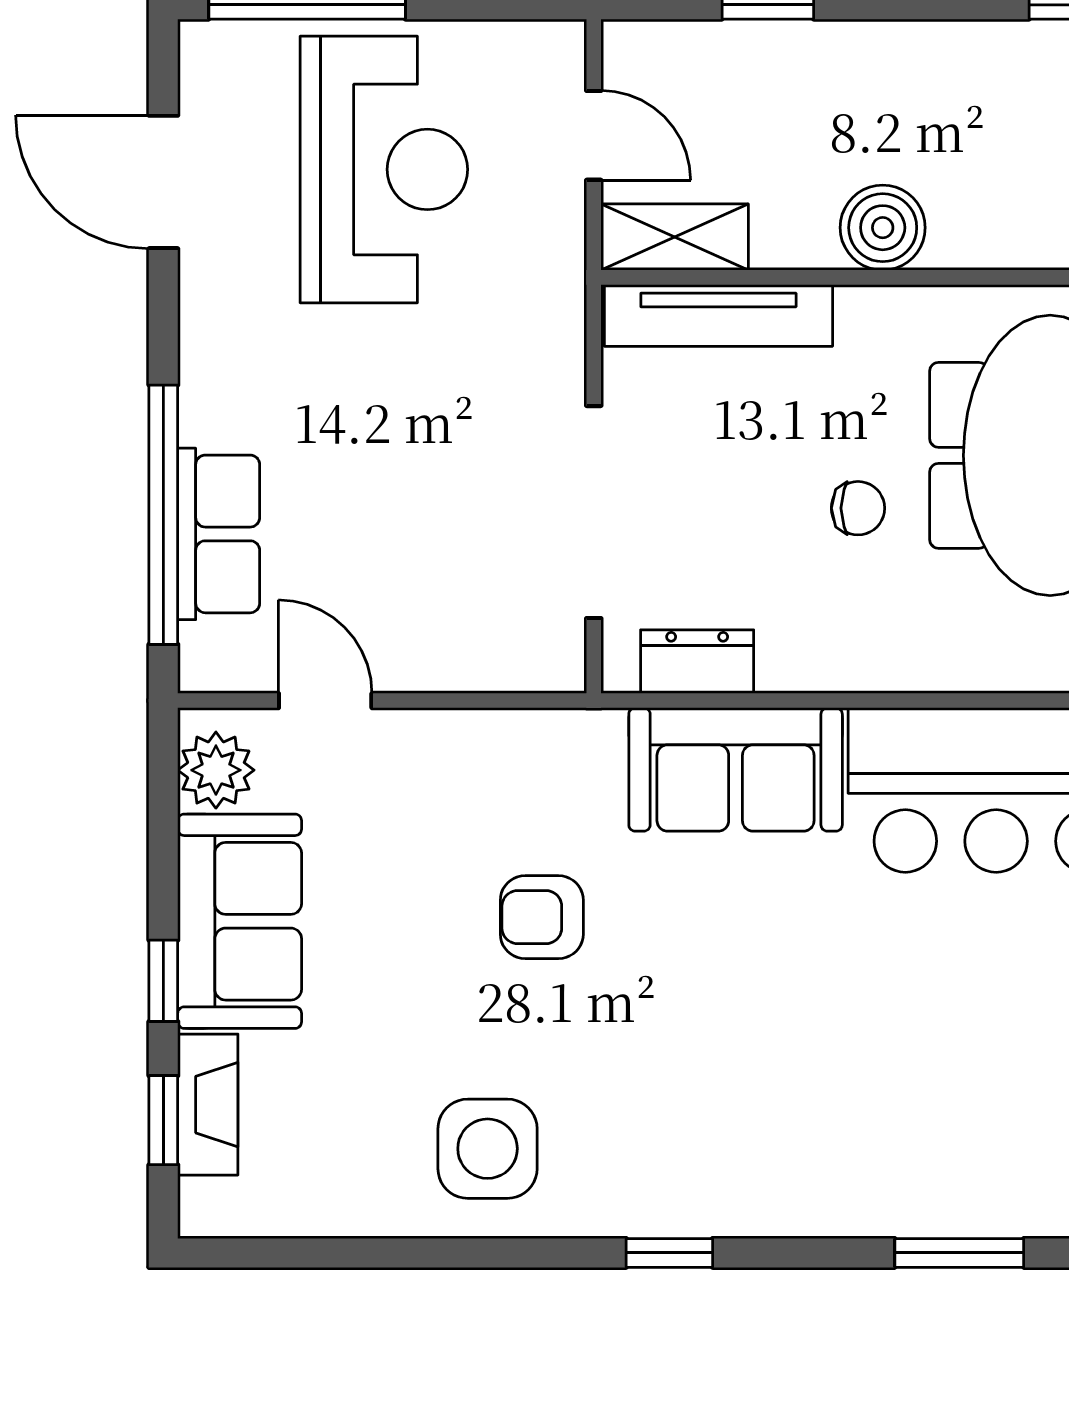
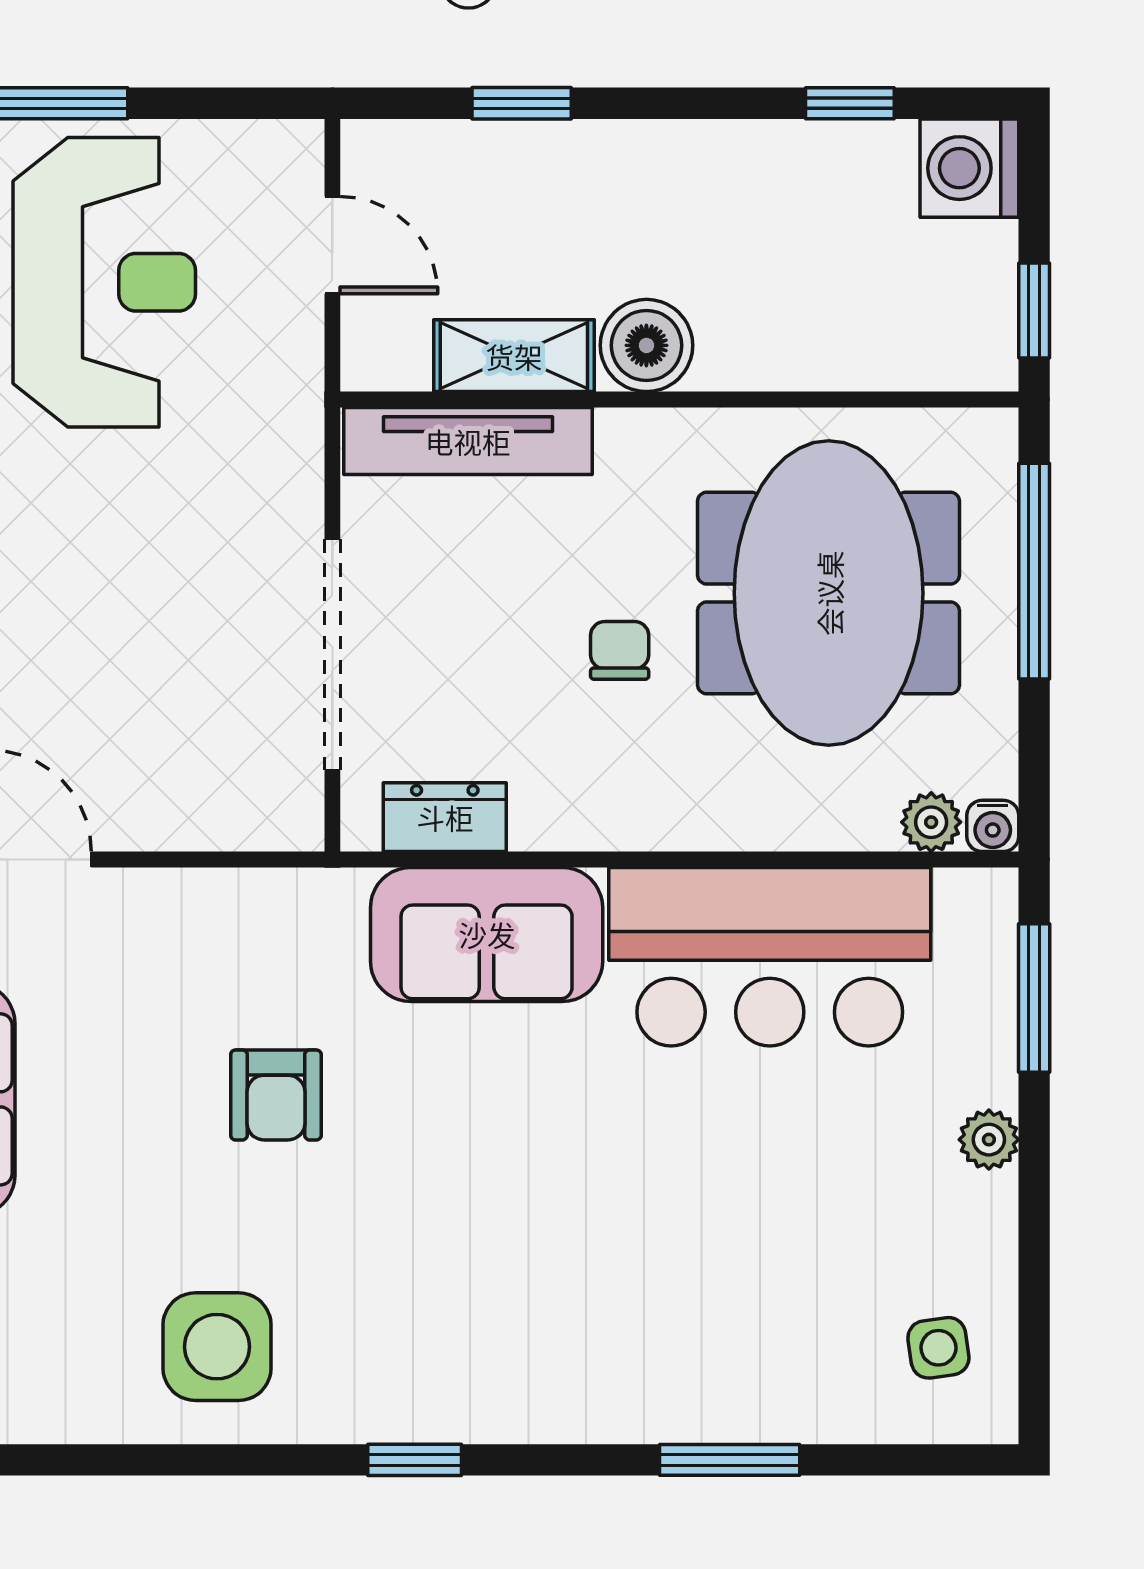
shelving: (675, 237) -> (514, 356), moved
chair: (858, 508) -> (620, 650), turned -90
armchair: (542, 917) -> (276, 1095), turned -90

